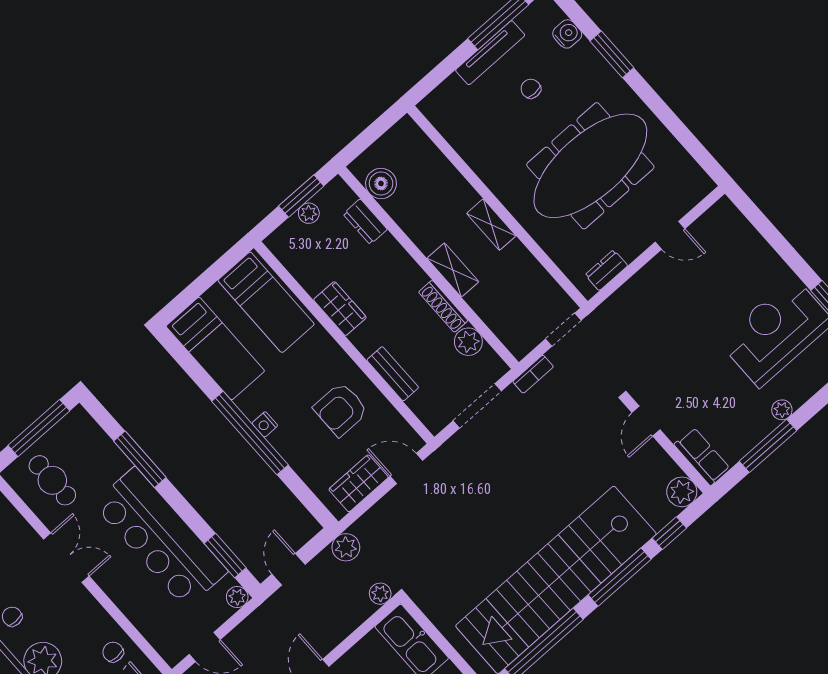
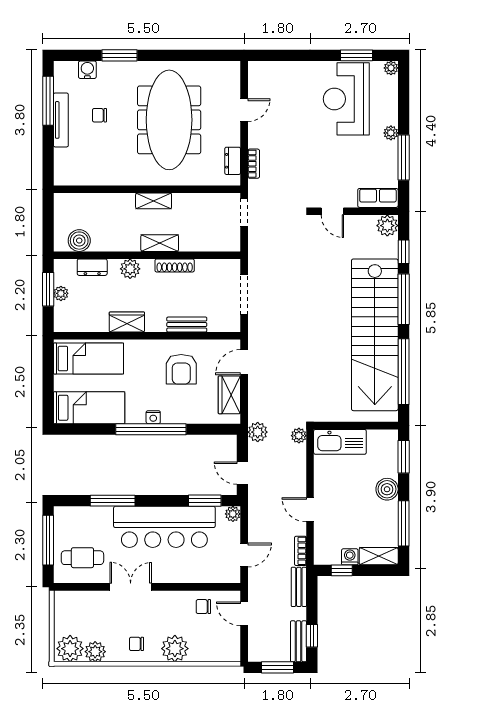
plant: (468, 342) -> (130, 269), moved
bookcase: (533, 374) -> (254, 164), moved

